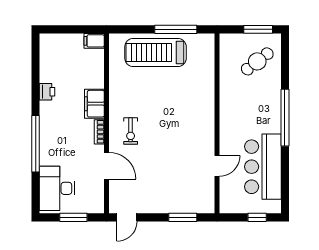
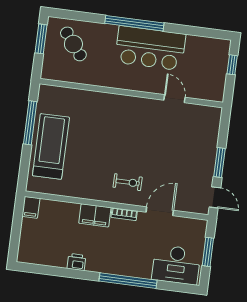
treadmill: (156, 52) -> (51, 146), turned 180
bar counter: (263, 167) -> (150, 48), moved
window: (183, 217) -> (219, 162), moved

